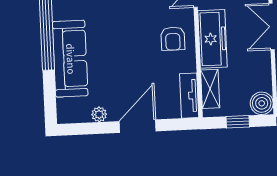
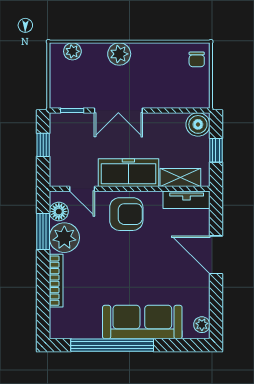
armchair: (173, 39) -> (126, 214), width x1.38, depth x1.38
plant: (99, 114) -> (202, 325), moved

